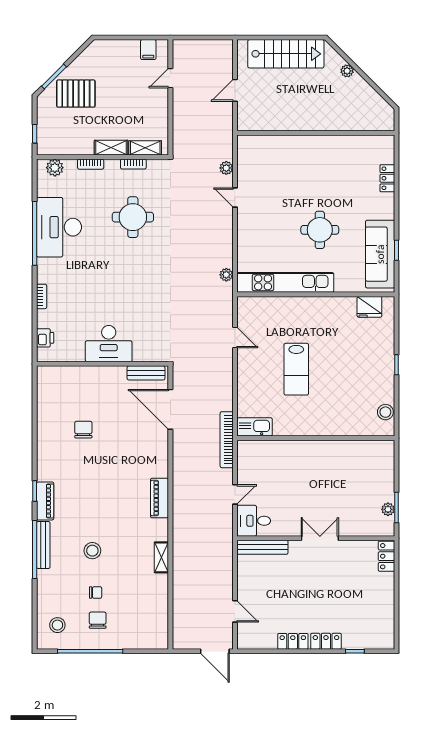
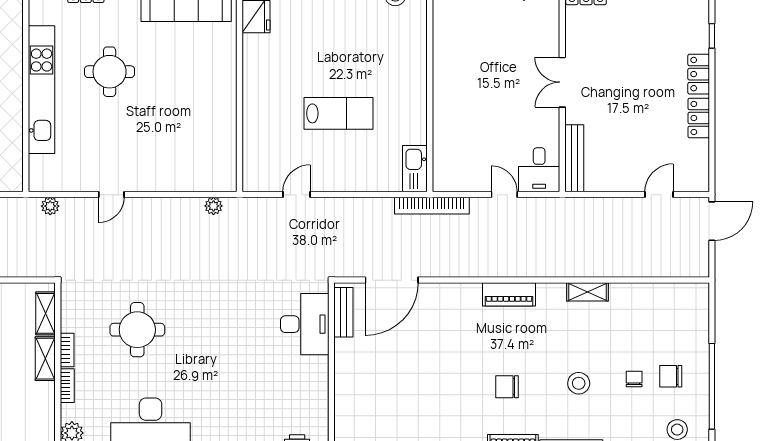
bookcase: (133, 164) -> (67, 350), moved
plant: (226, 168) -> (50, 206), moved
round table: (320, 230) -> (110, 72), moved
kitchen unit: (285, 282) -> (42, 90), moved, turned 180
desk: (109, 344) -> (305, 324), moved
chair: (83, 430) -> (507, 387), moved

